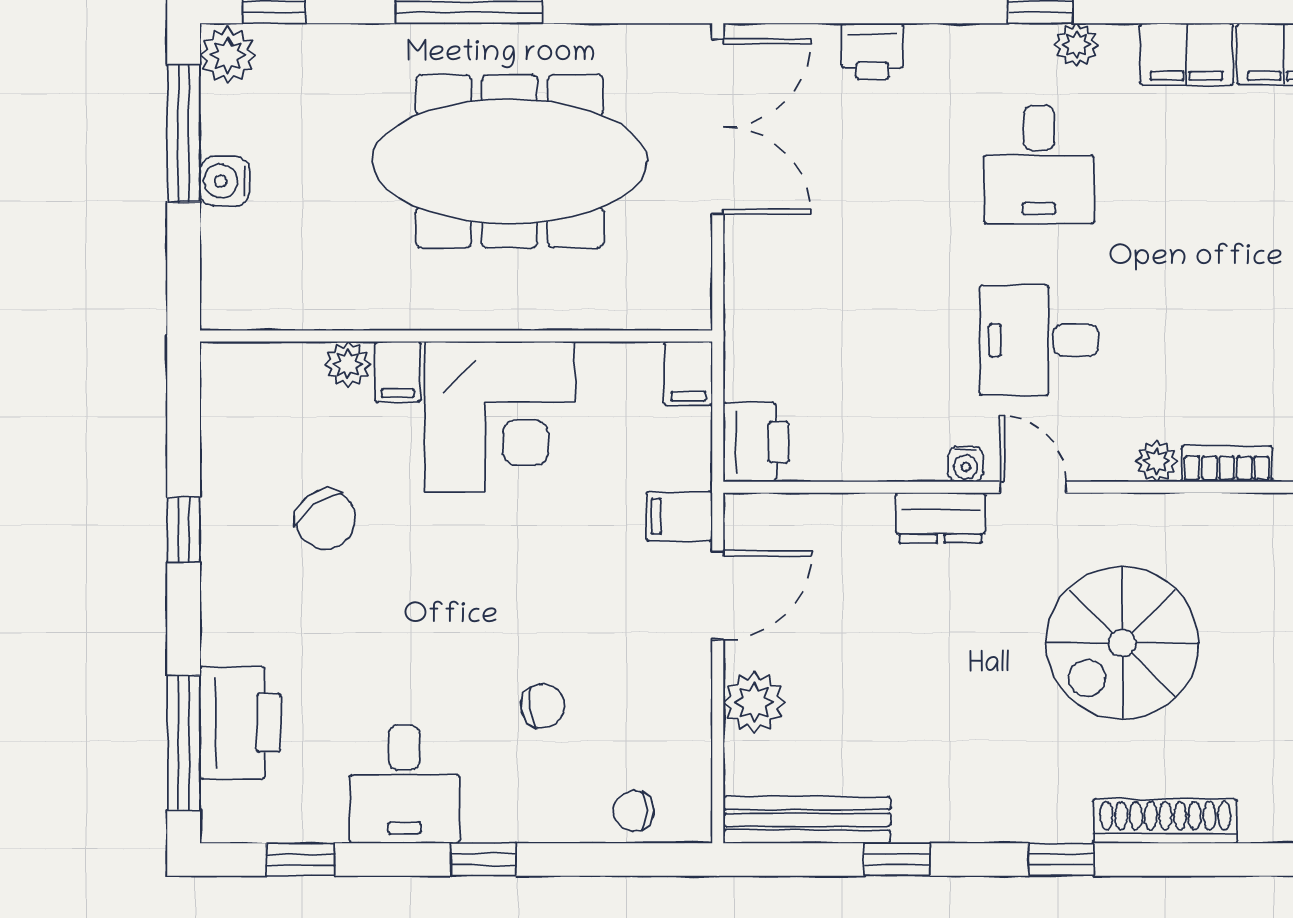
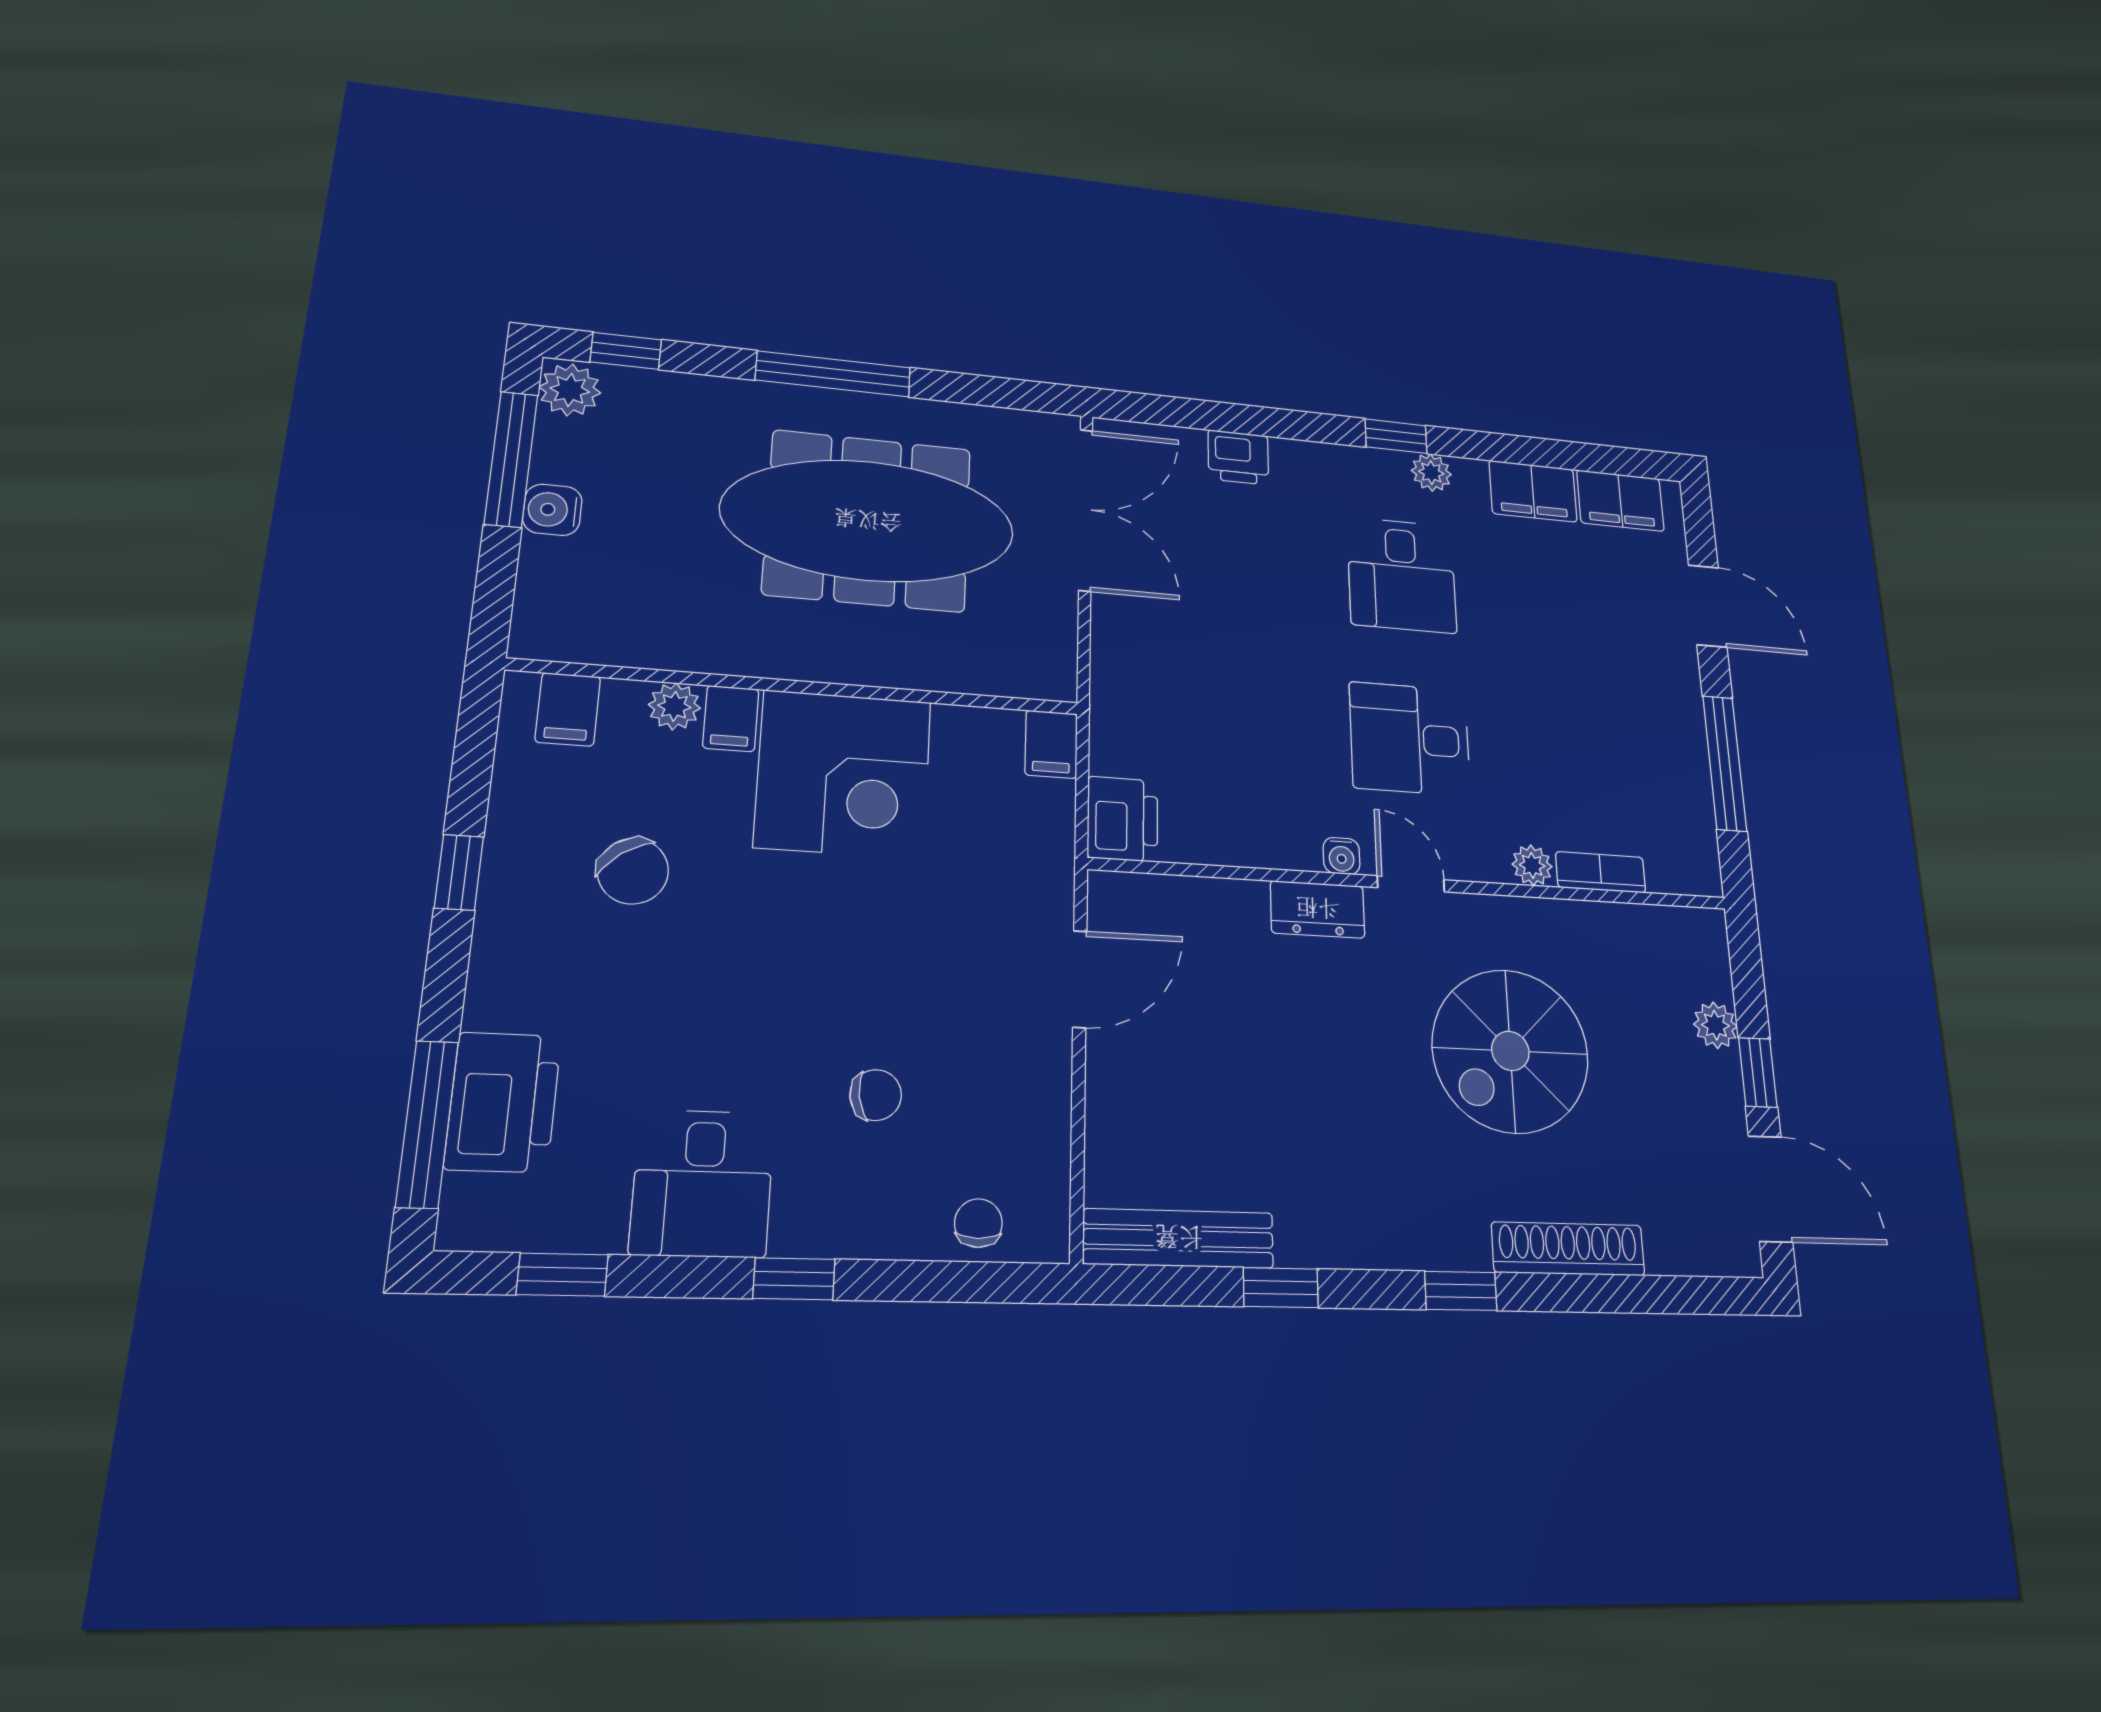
filing cabinet: (679, 516) -> (568, 709), moved, turned -90
plant: (754, 702) -> (1119, 1100), removed
chair: (634, 811) -> (978, 1223), turned 90

